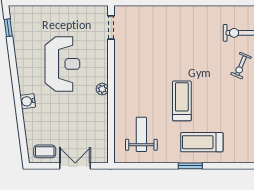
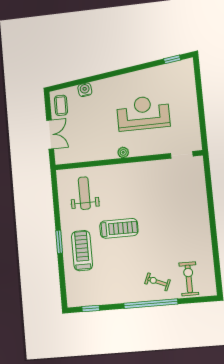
reception desk: (62, 64) -> (143, 113), turned 180
water cooler: (28, 101) -> (85, 90), moved
weight bench: (141, 134) -> (84, 193), turned -90

